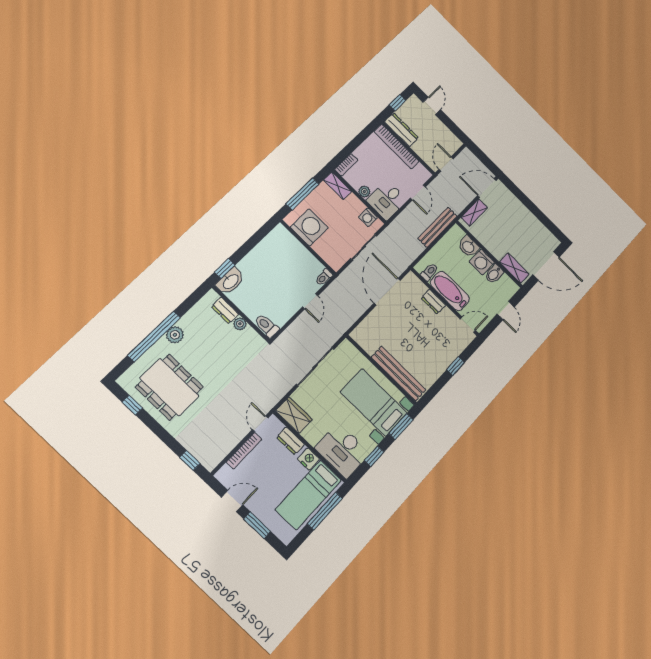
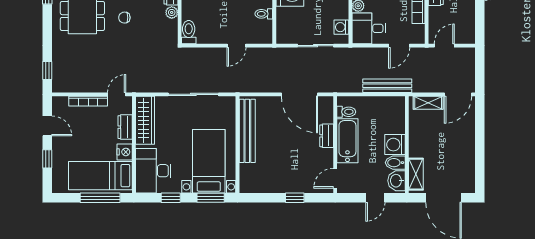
door: (487, 188) -> (458, 94), swing flipped
washbasin: (468, 247) -> (396, 181), moved
toilet: (324, 277) -> (264, 14), moved
door: (387, 292) -> (299, 94), swing flipped
door: (468, 325) -> (335, 178), swing flipped
chair: (209, 362) -> (124, 18), added
bench: (399, 374) -> (247, 131), moved
wardrobe: (294, 415) -> (145, 120), width x1.50
window: (257, 525) -> (47, 159), width x0.67

